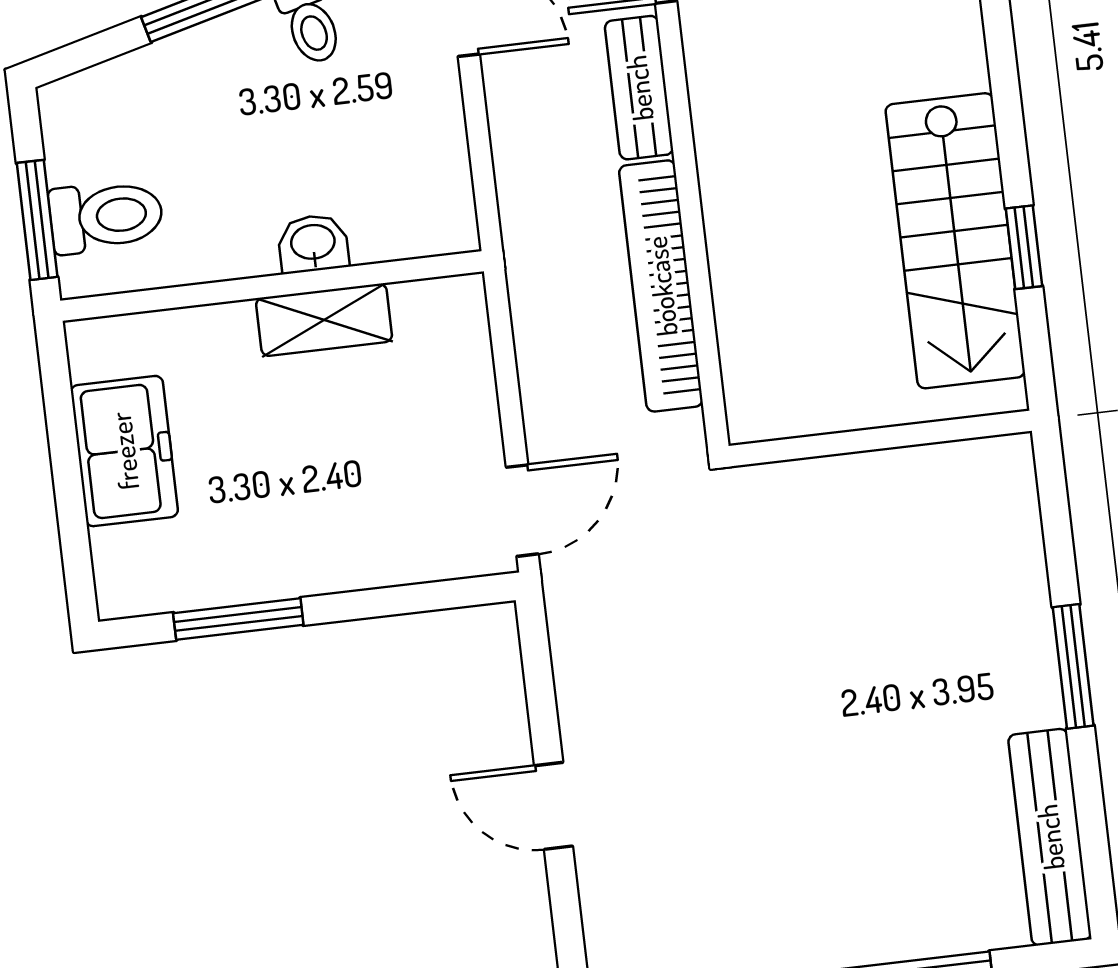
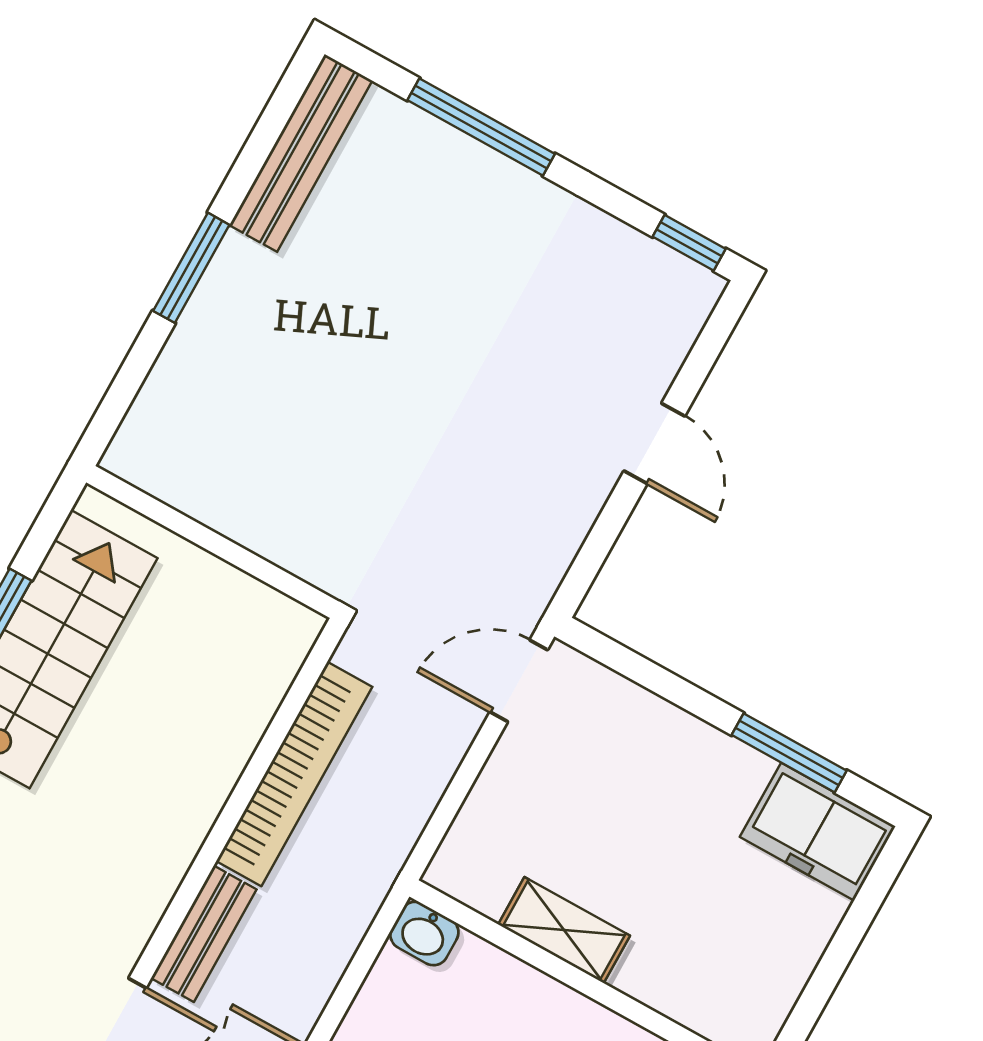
washbasin: (313, 244) -> (424, 934), moved
freezer: (124, 451) -> (818, 832), moved, turned -90

